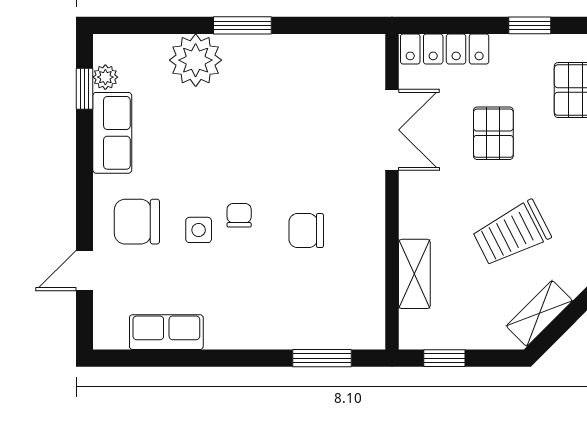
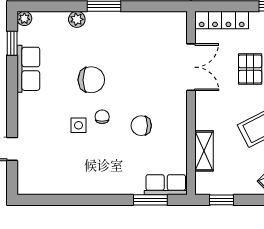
plant: (196, 60) -> (77, 19), width x0.53, depth x0.53
plant: (105, 77) -> (24, 18), moved
chair: (137, 222) -> (91, 80), moved, turned 180
row of seats: (166, 332) -> (166, 185), moved

